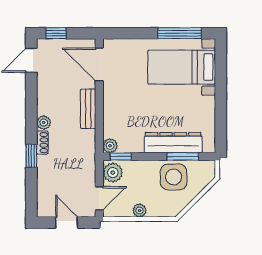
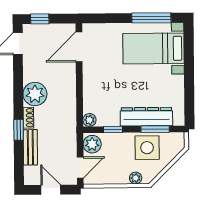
door: (99, 64) -> (79, 47), hinge flipped
bench: (88, 109) -> (30, 147), moved
plant: (44, 123) -> (35, 94), width x1.87, depth x1.87
window: (121, 156) -> (113, 129), moved
plant: (140, 211) -> (136, 178), moved

